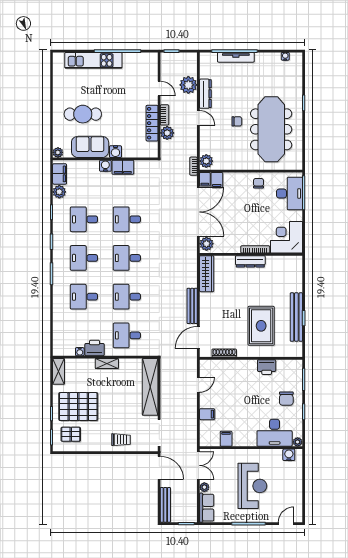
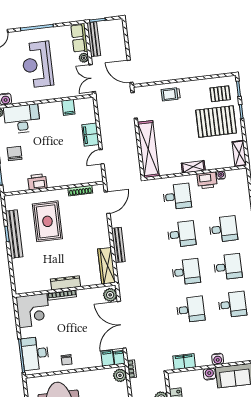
filing cabinet: (123, 167) -> (184, 362), moved
bench: (192, 306) -> (118, 245), moved
filing cabinet: (207, 414) -> (90, 135), width x2.00
bench: (165, 505) -> (94, 39), moved

